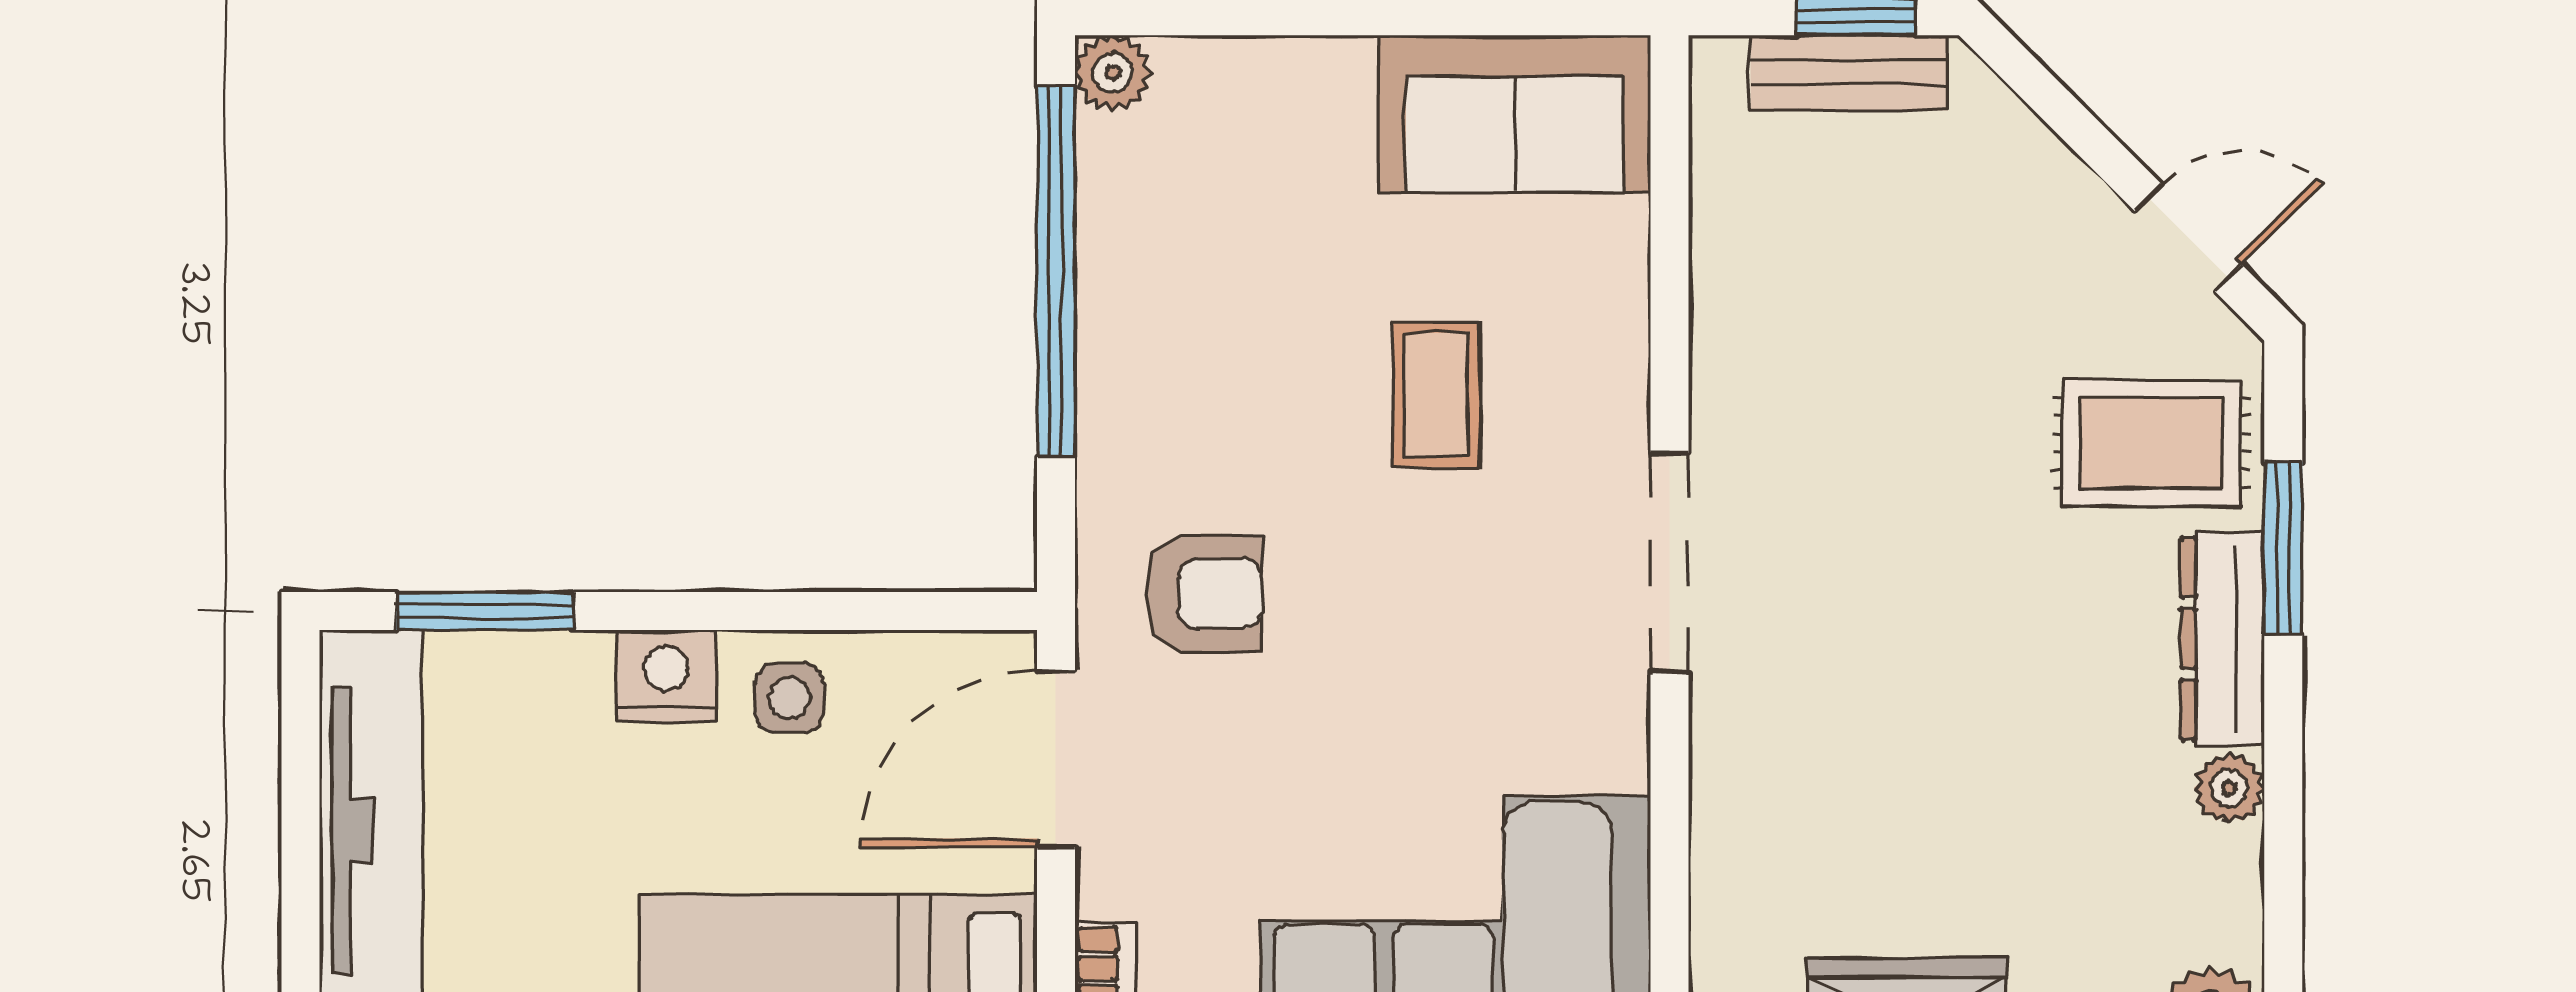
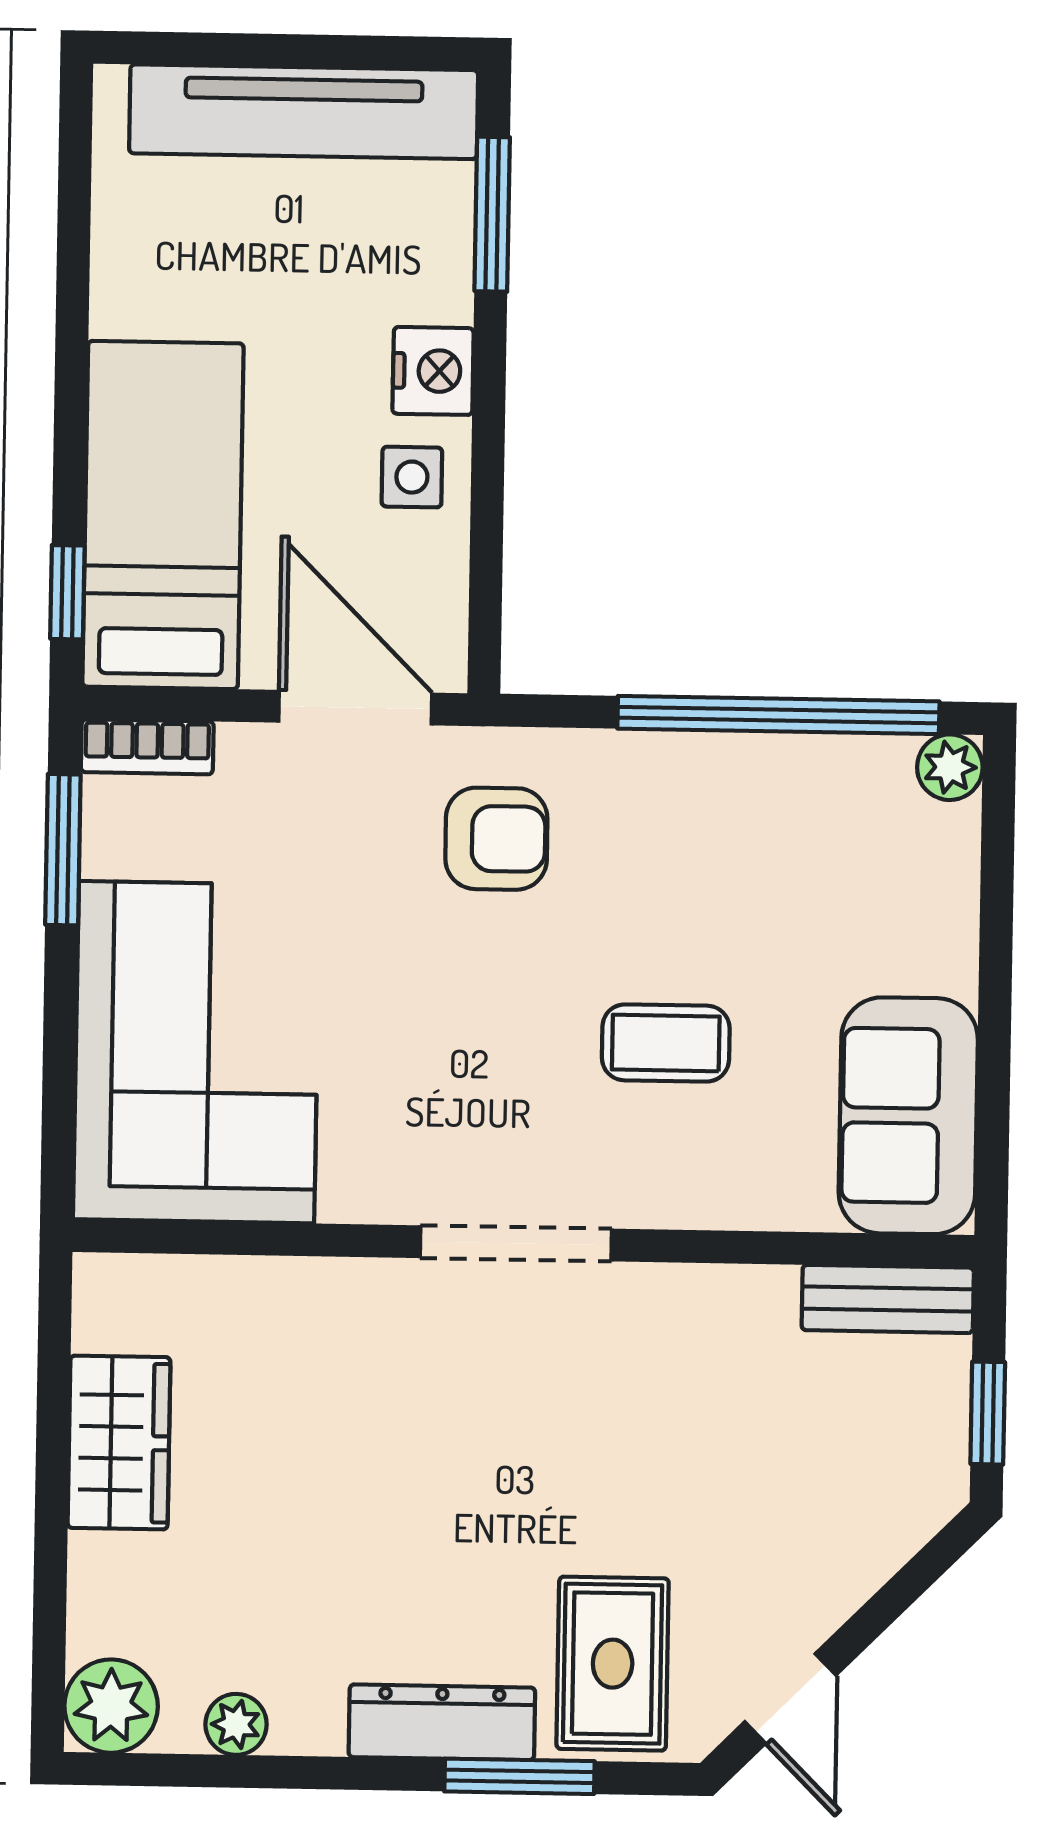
bench: (1849, 73) -> (888, 1299), moved, turned 90
armchair: (1204, 594) -> (496, 839), turned -90
plant: (2229, 788) -> (236, 1724), moved

